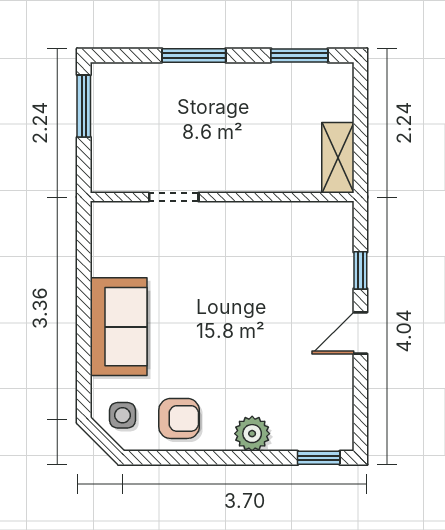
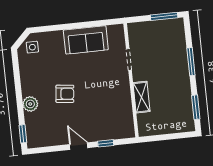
shelving: (338, 158) -> (142, 97), moved, turned 90
sofa: (119, 327) -> (86, 40), moved
armchair: (179, 418) -> (65, 94), moved, turned -84

